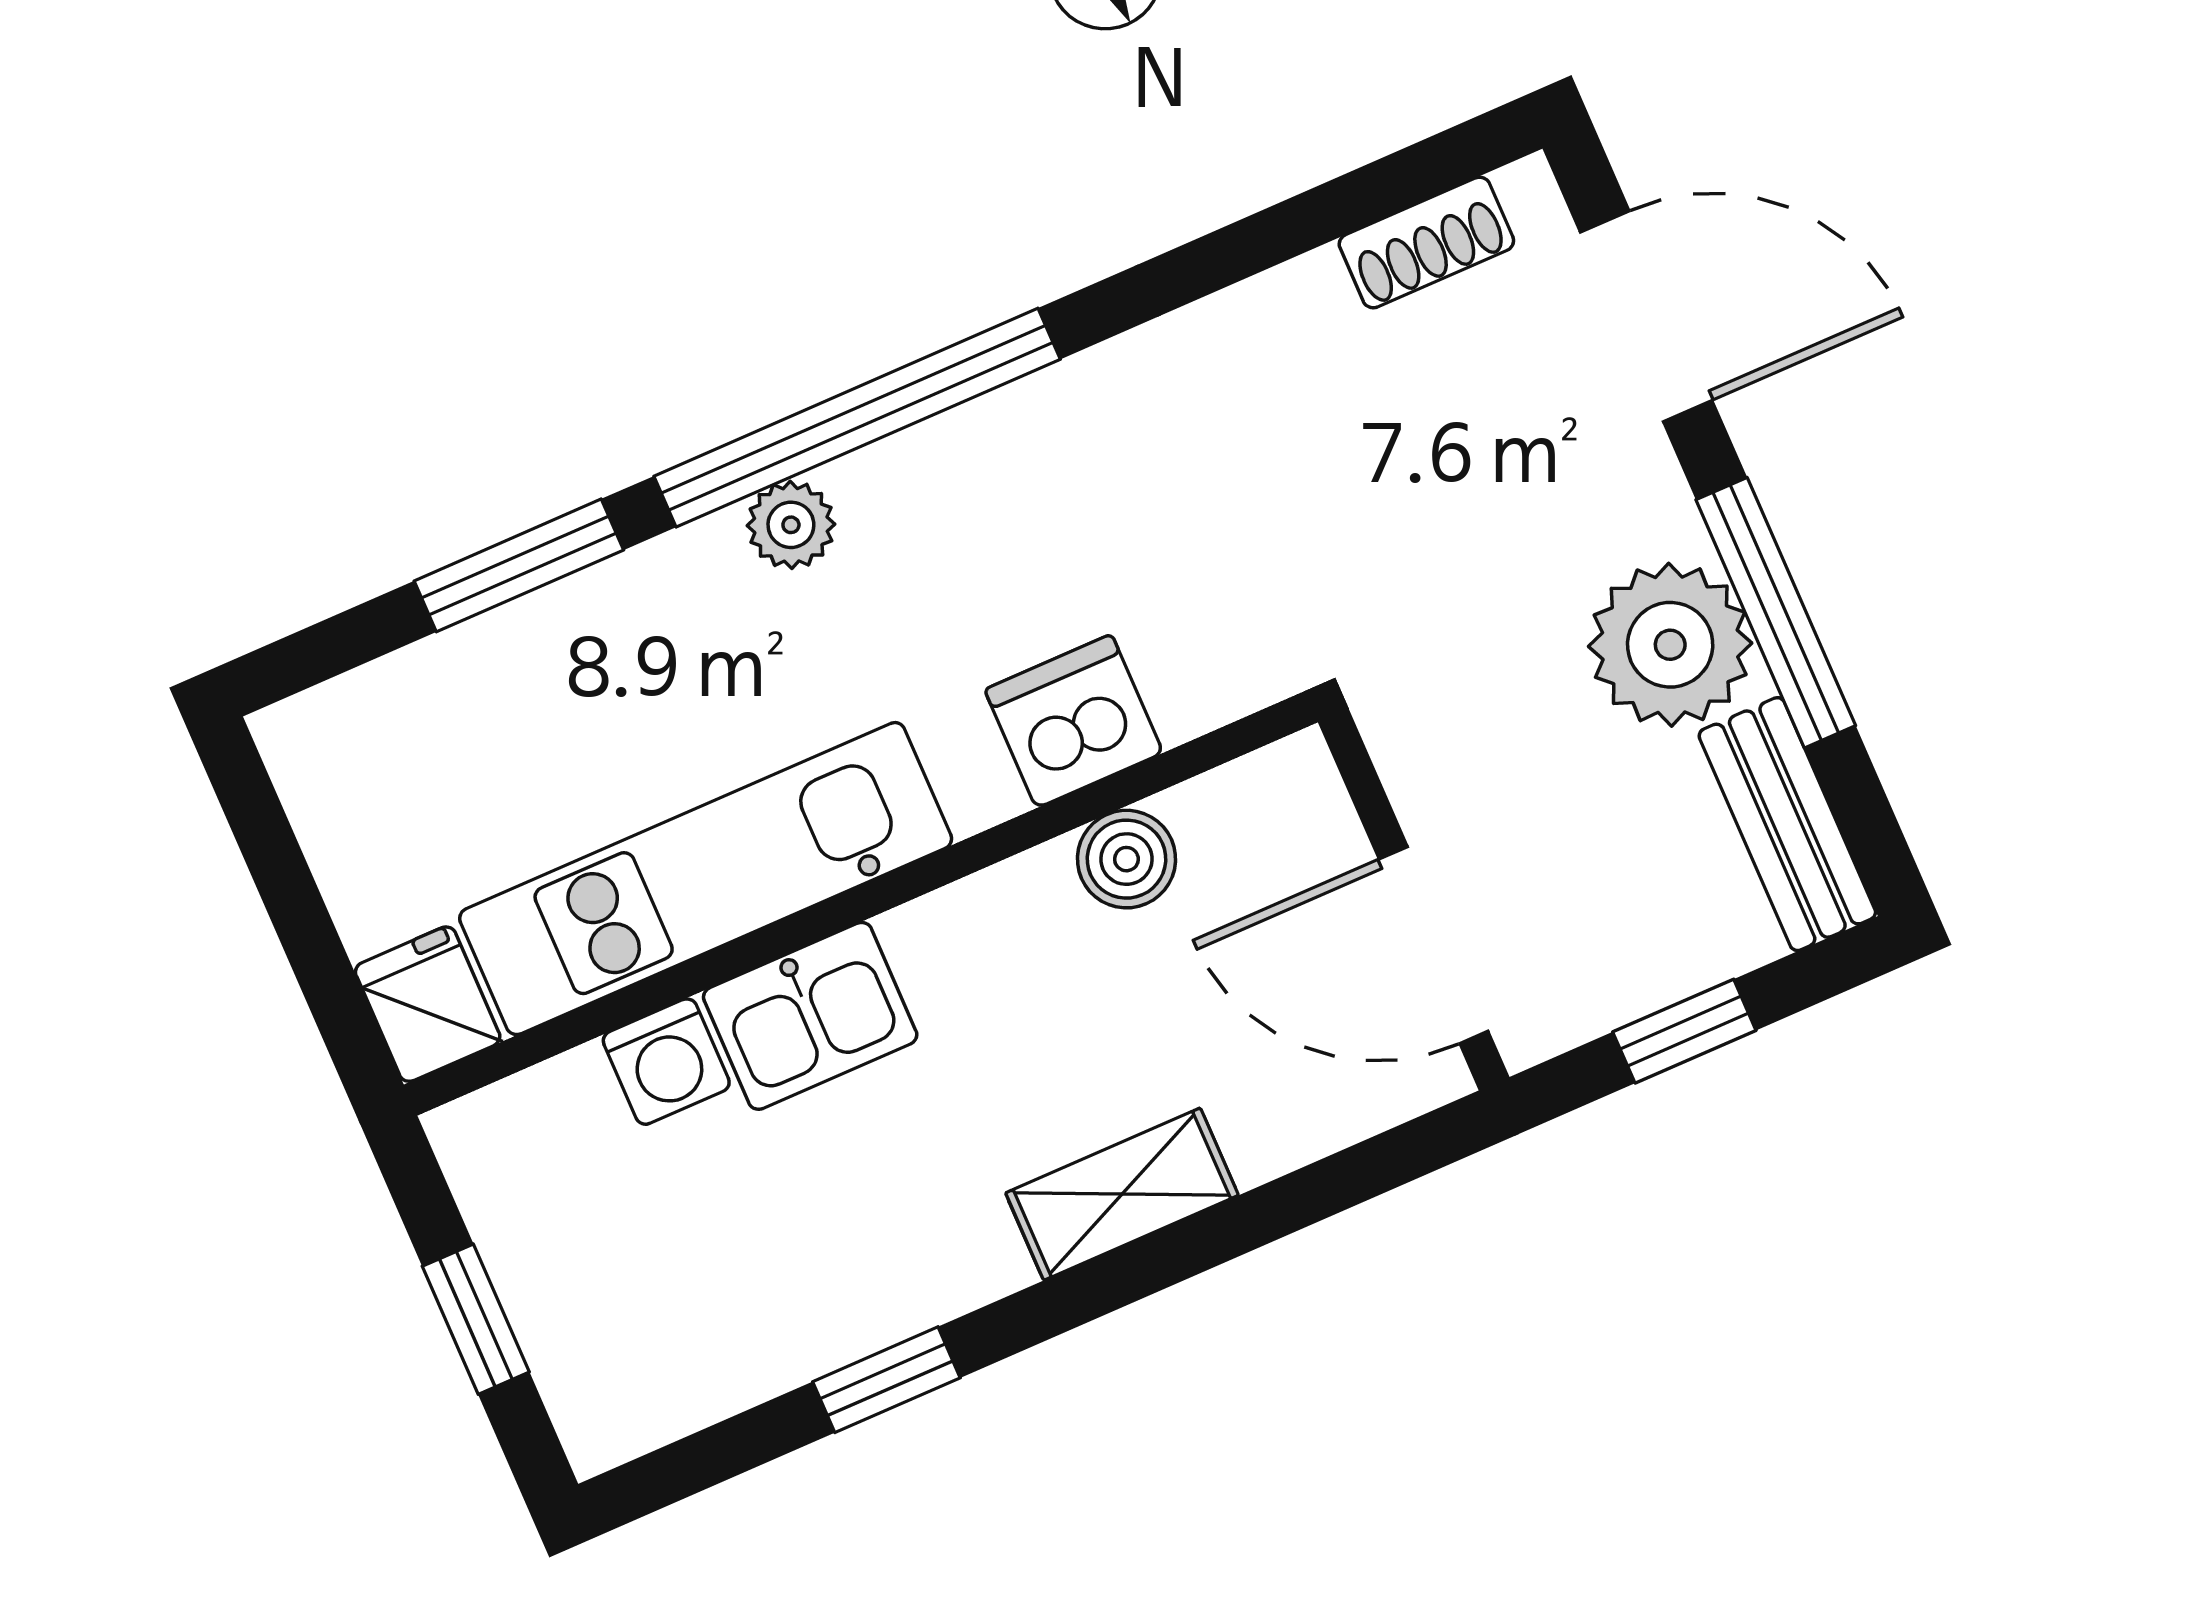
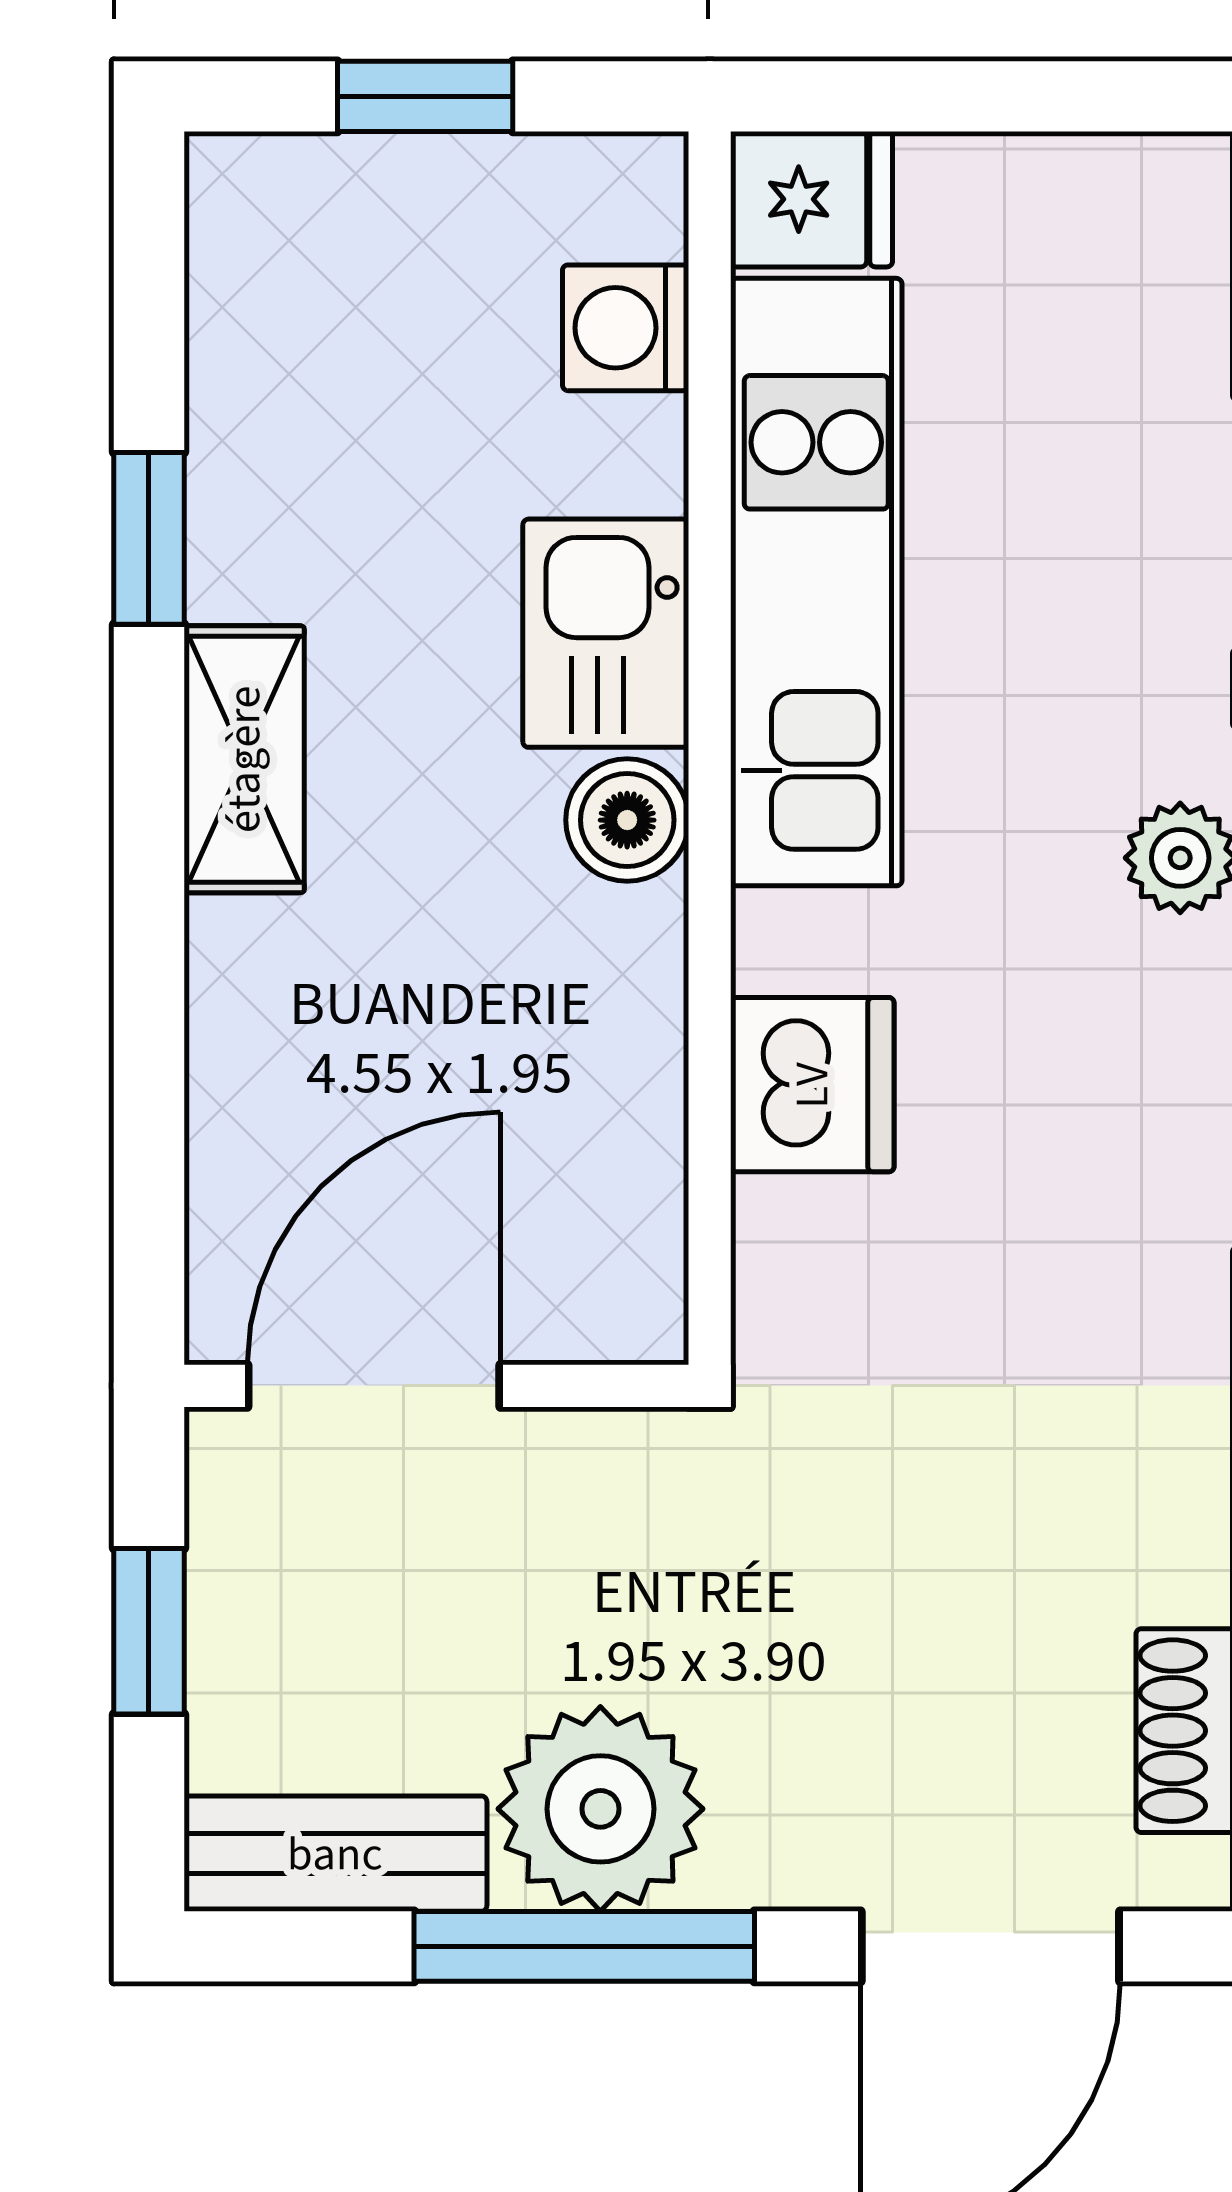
boiler: (1126, 859) -> (627, 820), moved
washing machine: (666, 1062) -> (626, 328), moved
shelving: (1122, 1194) -> (244, 759), moved

